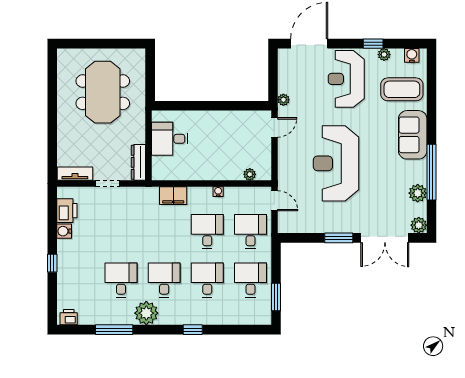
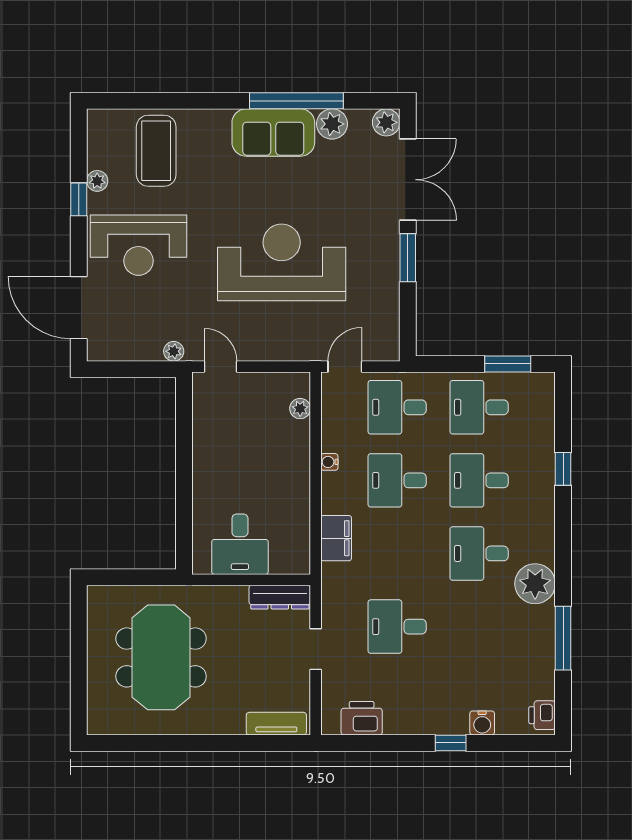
water cooler: (412, 55) -> (99, 134), removed
meeting table: (103, 92) -> (161, 657), turned 90
sofa: (413, 135) -> (273, 133), moved
reception desk: (336, 163) -> (282, 262), turned 180
tv unit: (75, 174) -> (276, 724), moved, turned 90
water cooler: (64, 231) -> (482, 723), moved
desk: (121, 280) -> (397, 627), moved
window: (193, 330) -> (563, 469), moved

